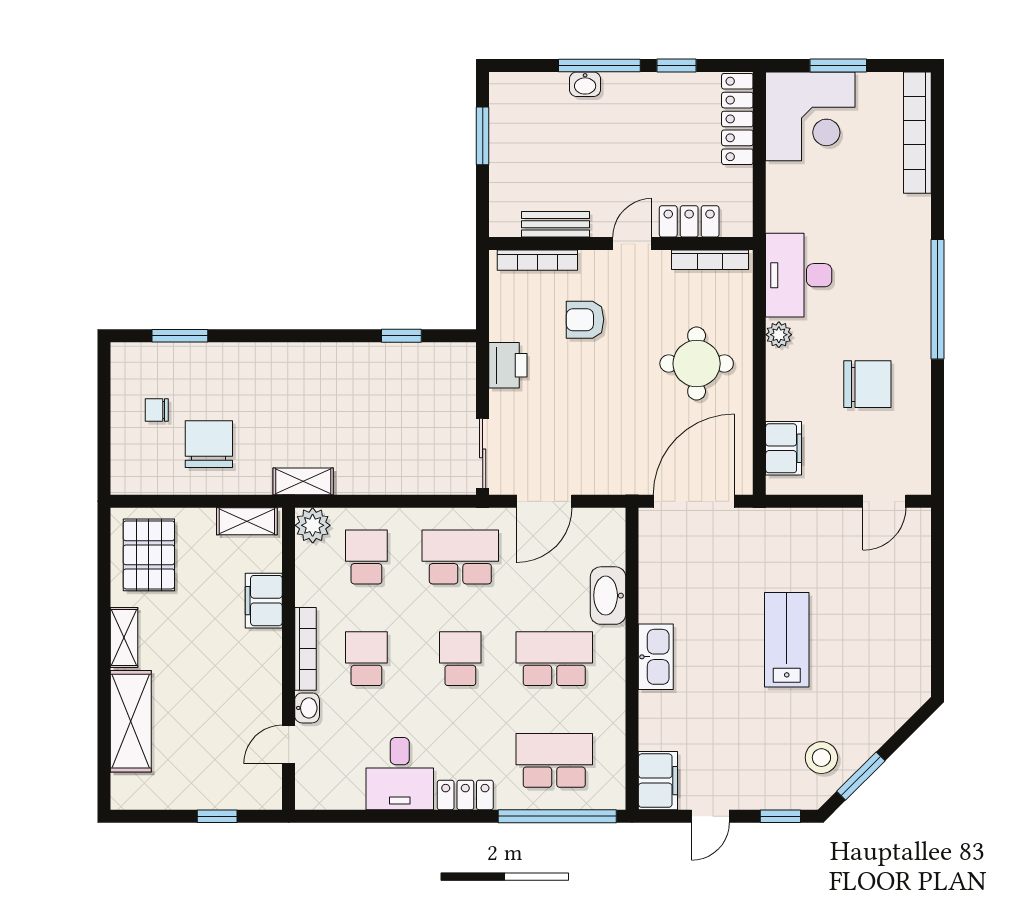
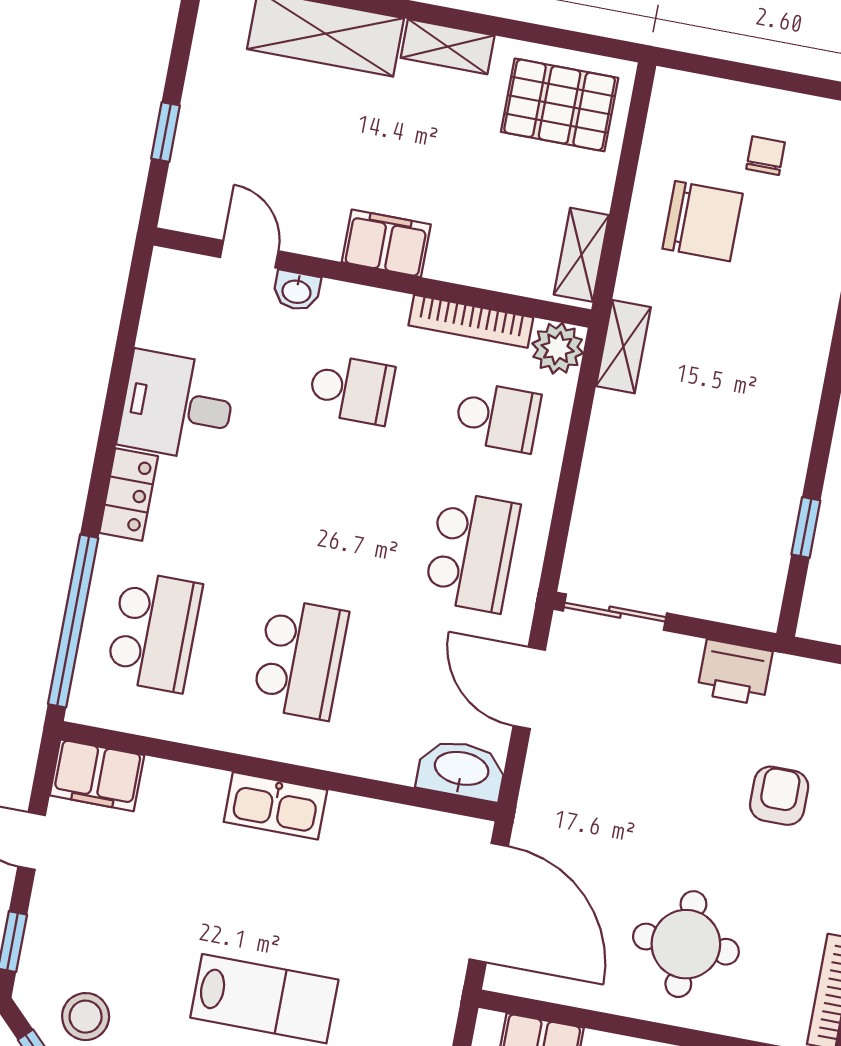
washbasin: (608, 596) -> (461, 770), moved
filing cabinet: (264, 601) -> (386, 243), moved
bookcase: (306, 649) -> (471, 321), moved
school desk: (460, 659) -> (326, 524), removed

